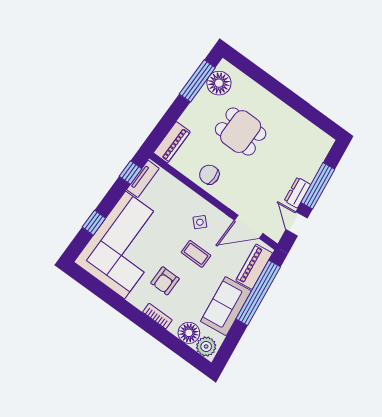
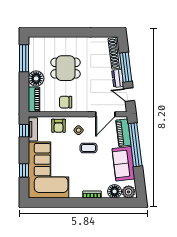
floor lamp: (219, 83) -> (36, 78), moved
shoe rack: (317, 158) -> (115, 53), added
armchair: (165, 281) -> (58, 126), moved

